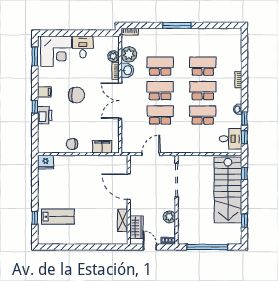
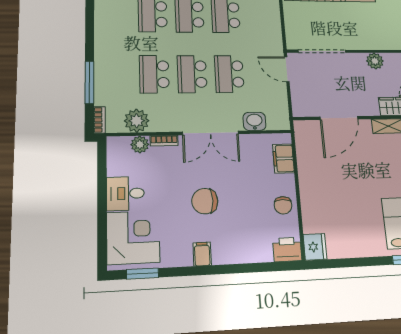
window: (177, 25) -> (89, 82), moved
washbasin: (127, 70) -> (254, 121), moved
chair: (76, 95) -> (205, 201), turned -90
window: (35, 107) -> (227, 269), removed
printer: (45, 115) -> (287, 249), moved
door: (151, 154) -> (287, 69), moved

